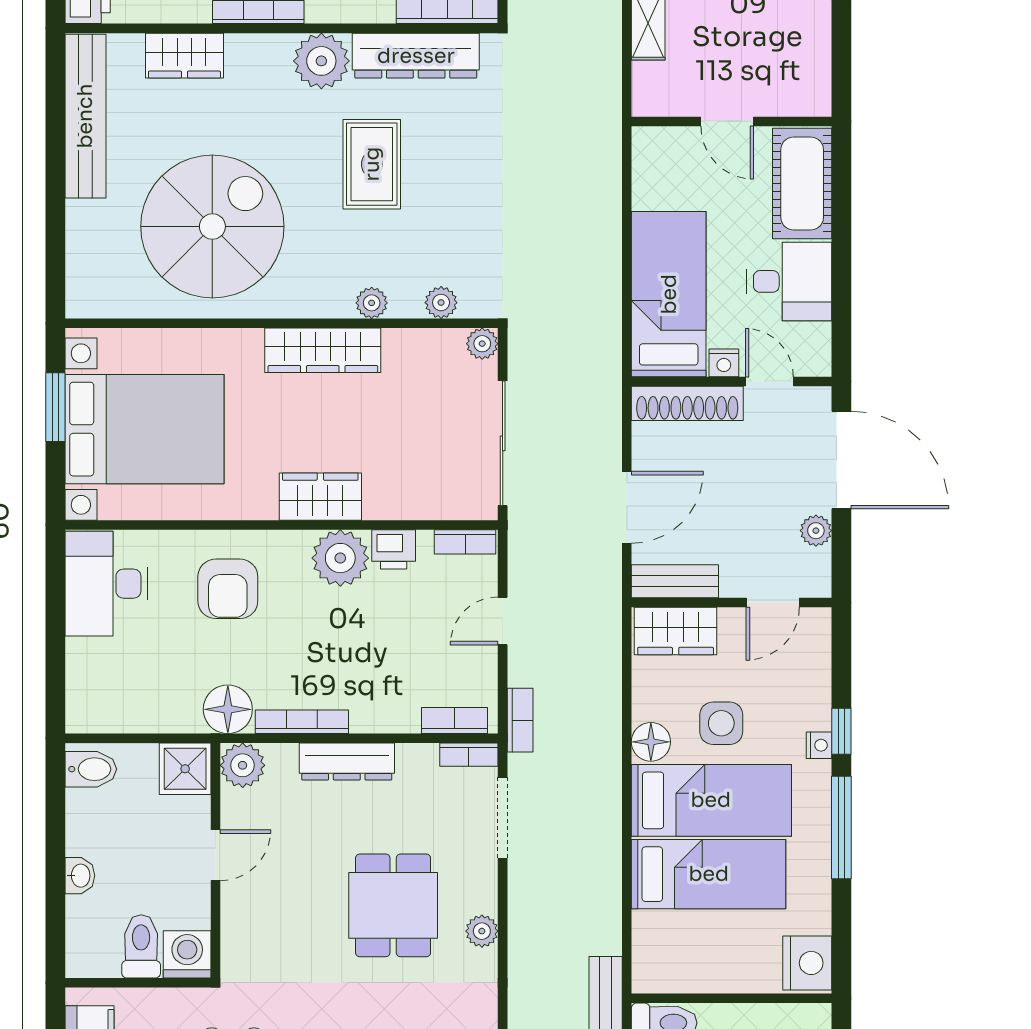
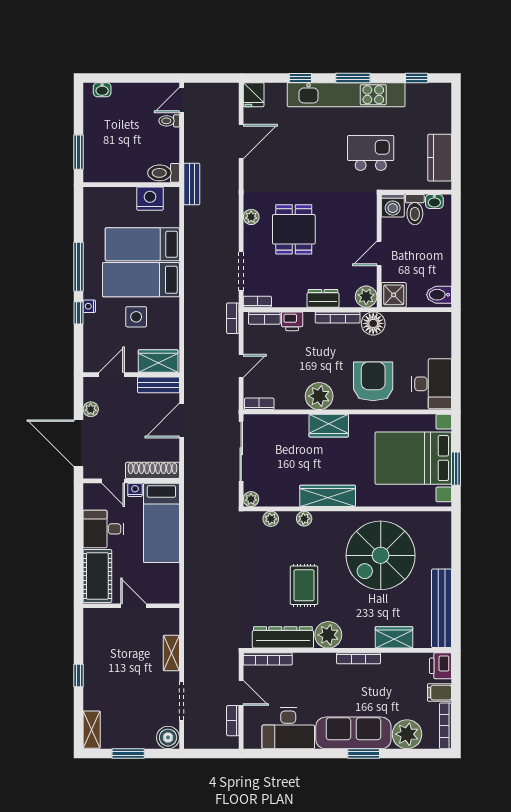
printer: (394, 549) -> (292, 321), moved, turned 180
armchair: (228, 589) -> (373, 381), width x1.36, depth x1.36
floor lamp: (651, 742) -> (170, 308), removed
dresser: (347, 762) -> (323, 298), width x0.70
washbasin: (80, 876) -> (434, 201), moved, turned -90
nightstand: (807, 963) -> (150, 199), moved, turned 90

